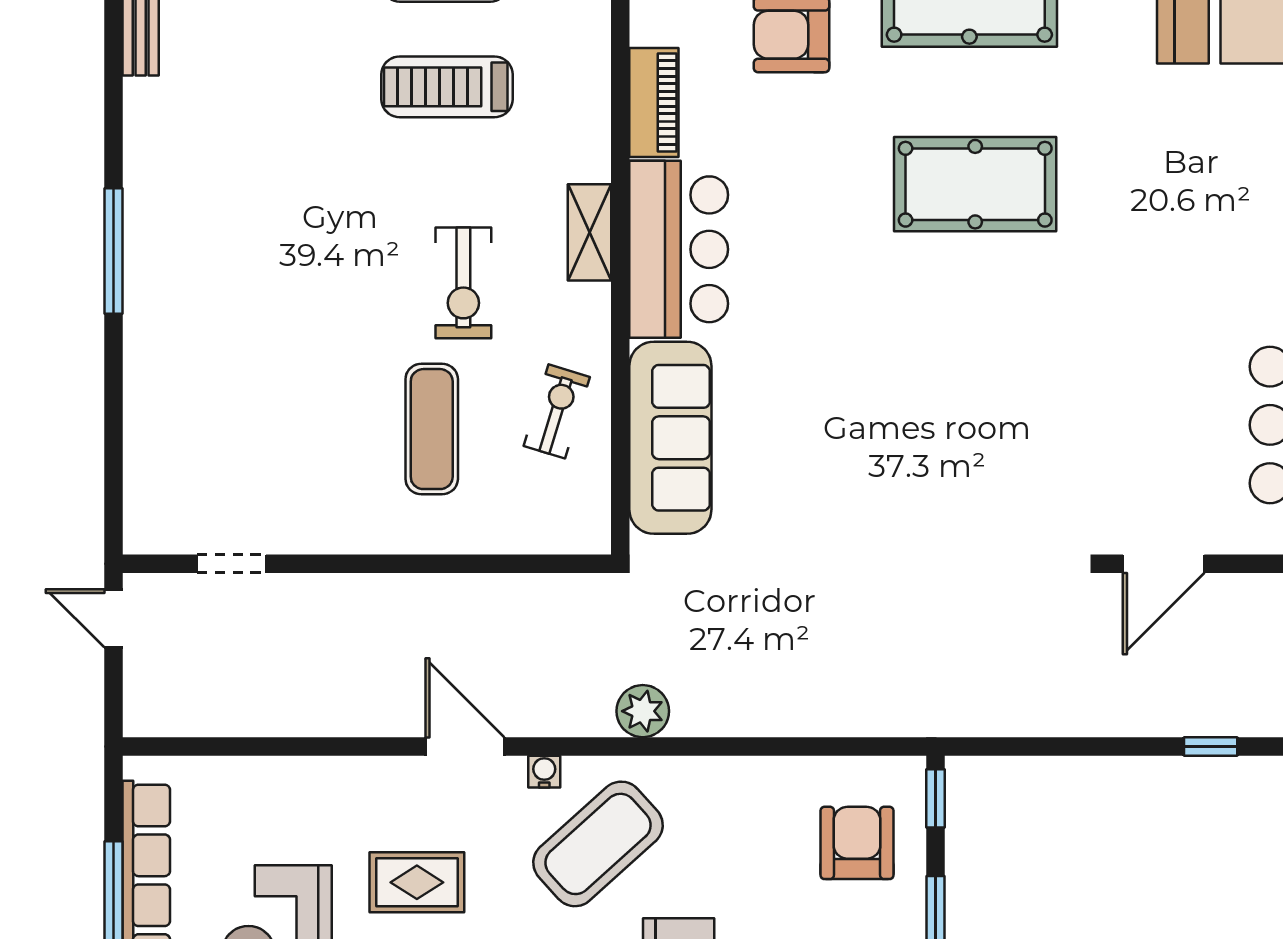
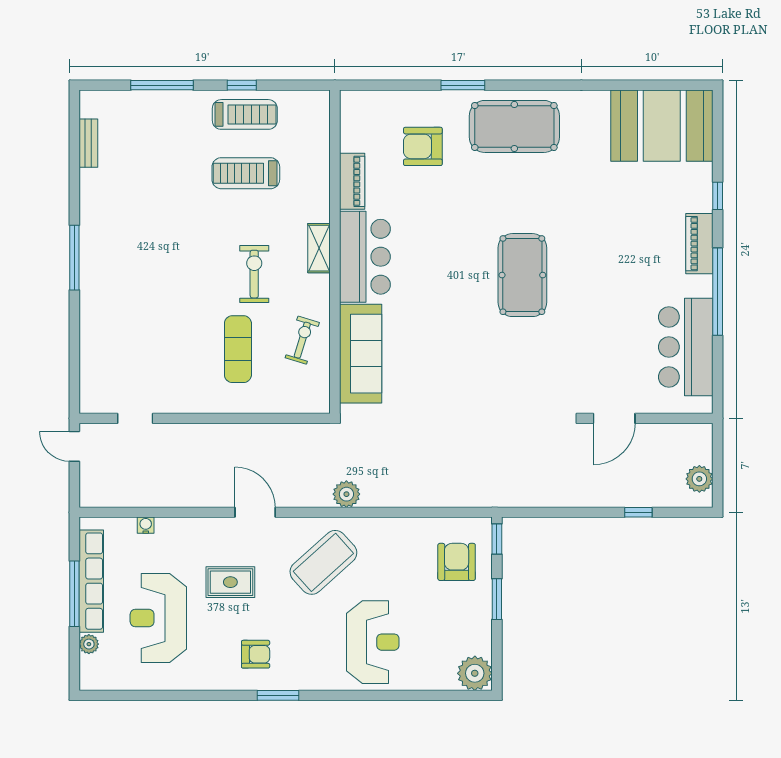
pool table: (975, 184) -> (522, 275), moved, turned 90
exercise bike: (463, 283) -> (254, 274), turned 180
water cooler: (544, 772) -> (146, 525), moved

